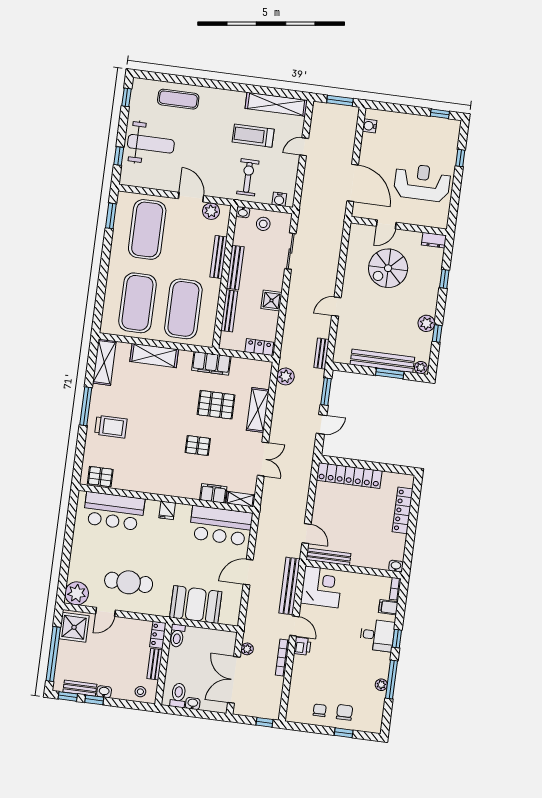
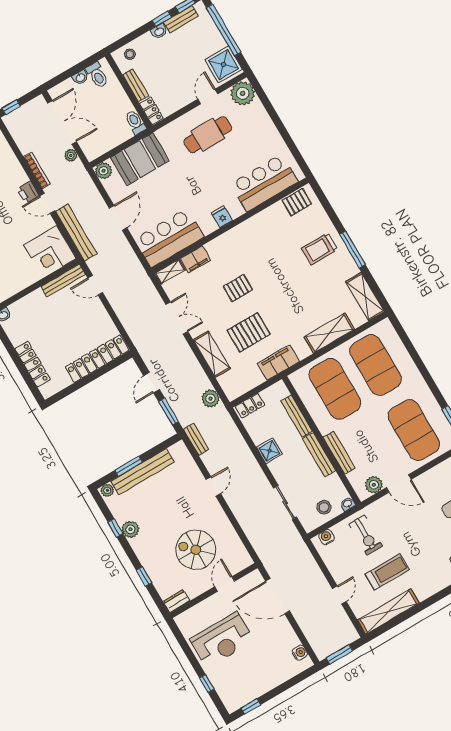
spiral stairs: (388, 268) -> (196, 550), turned -90
double door: (263, 459) -> (177, 318), swing flipped
plant: (231, 617) -> (104, 171), added

